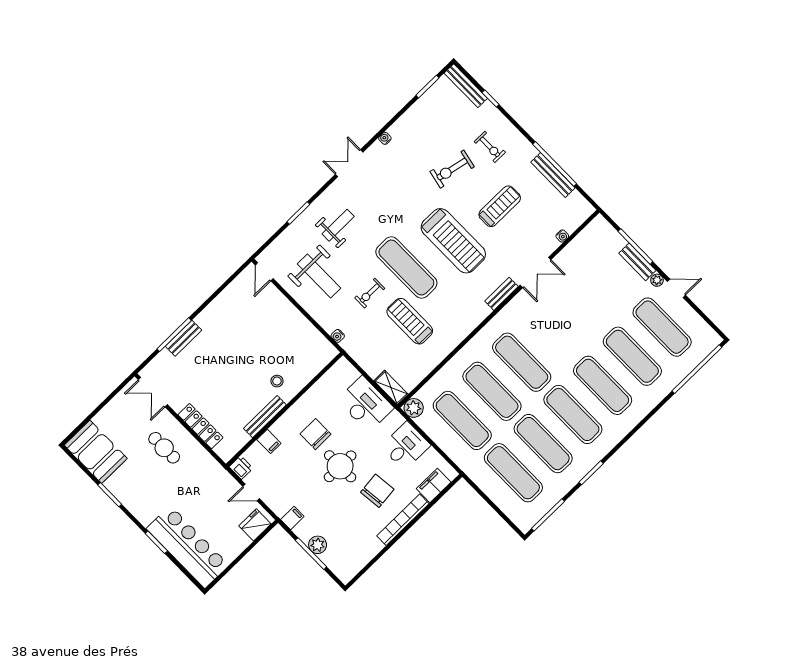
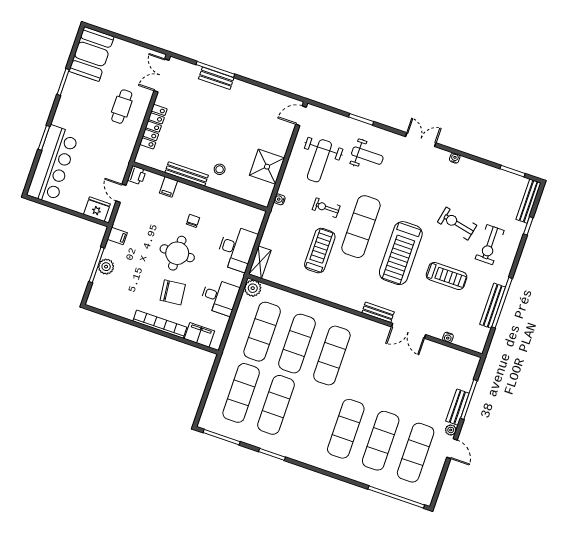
exercise bike: (490, 147) -> (490, 245), width x1.38, depth x1.39
shower: (298, 332) -> (267, 167), added
exercise mat: (573, 414) -> (311, 417), removed
chair: (316, 434) -> (193, 221), width x0.54, depth x0.54

